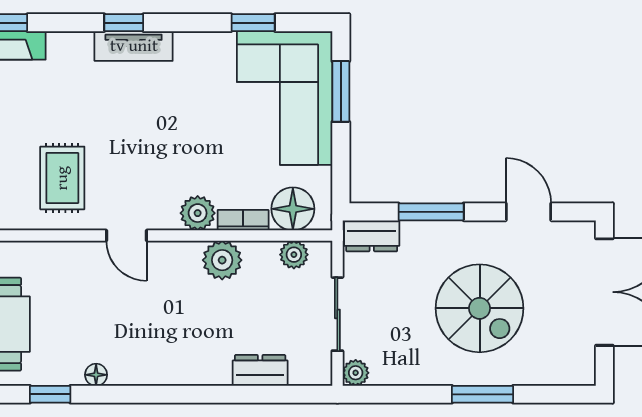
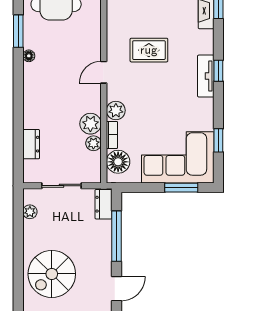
rug: (62, 178) -> (149, 50), moved
window: (431, 212) -> (116, 236), width x1.44
plant: (294, 255) -> (93, 143), moved
spiral stairs: (480, 308) -> (52, 274), moved
plant: (356, 373) -> (30, 212), moved
window: (50, 394) -> (18, 31), width x1.50
window: (483, 394) -> (18, 264), removed

